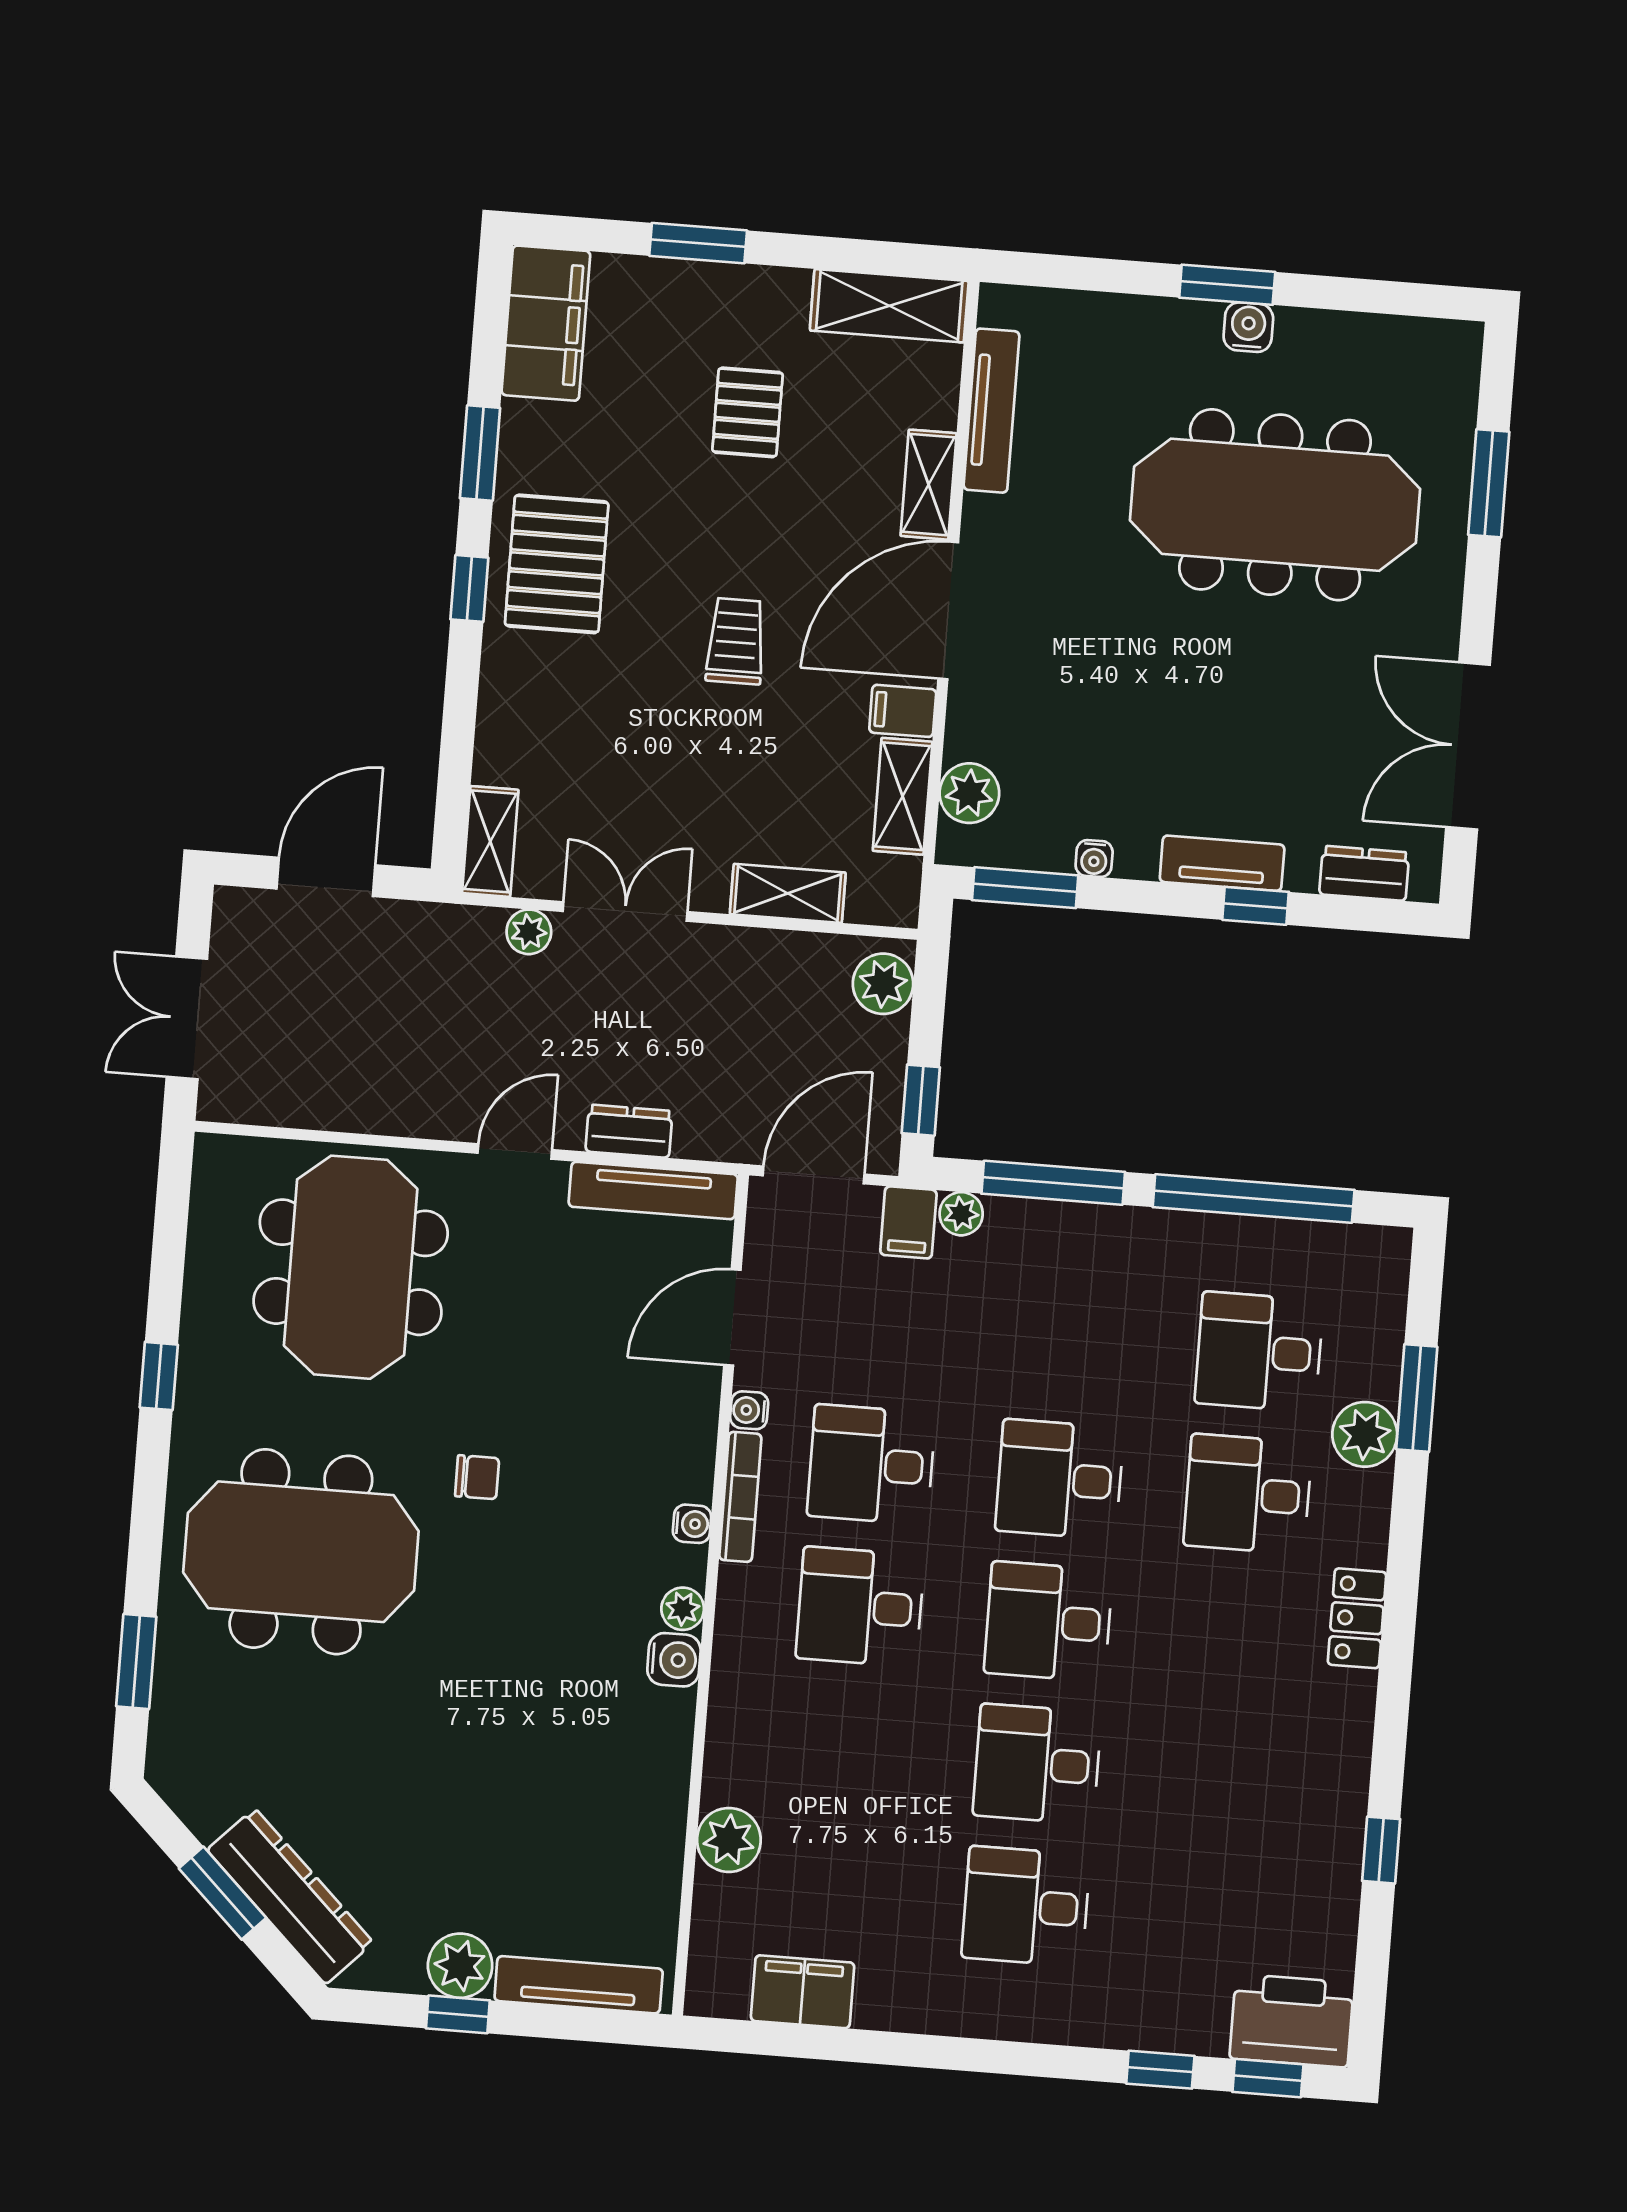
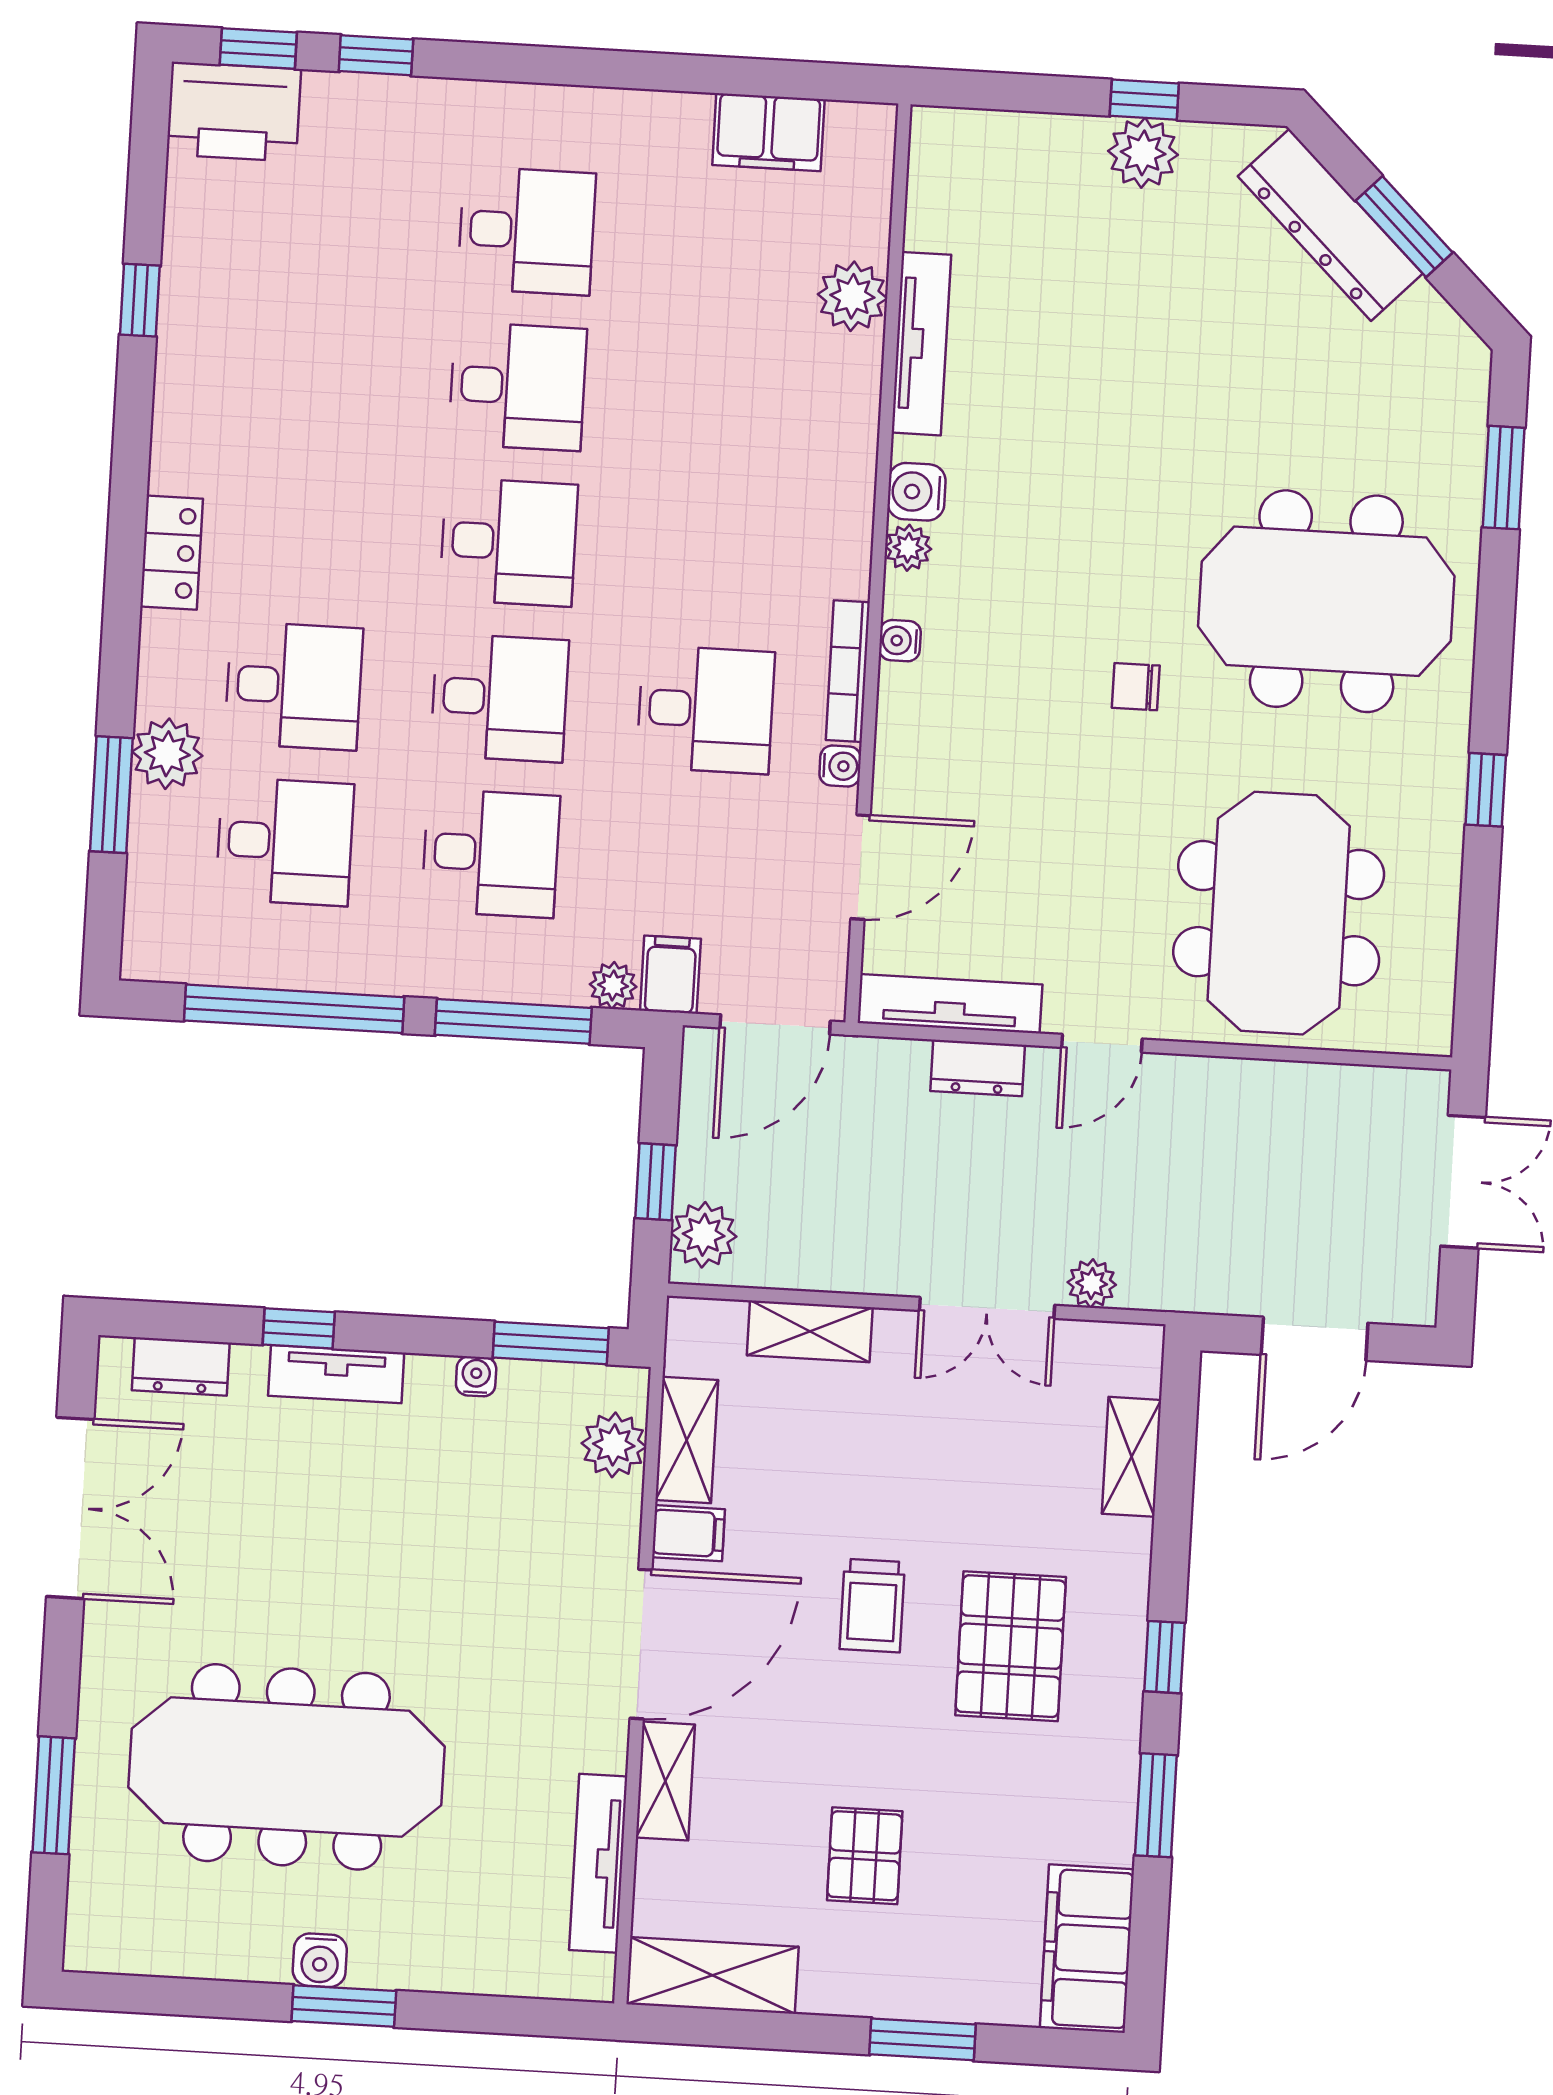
pallet: (557, 564) -> (1011, 1646), moved
shelving: (490, 841) -> (1132, 1457), moved
window: (921, 1100) -> (656, 1182), moved
desk: (860, 1607) -> (491, 853), moved
tv unit: (579, 1985) -> (921, 344), moved, turned -90

